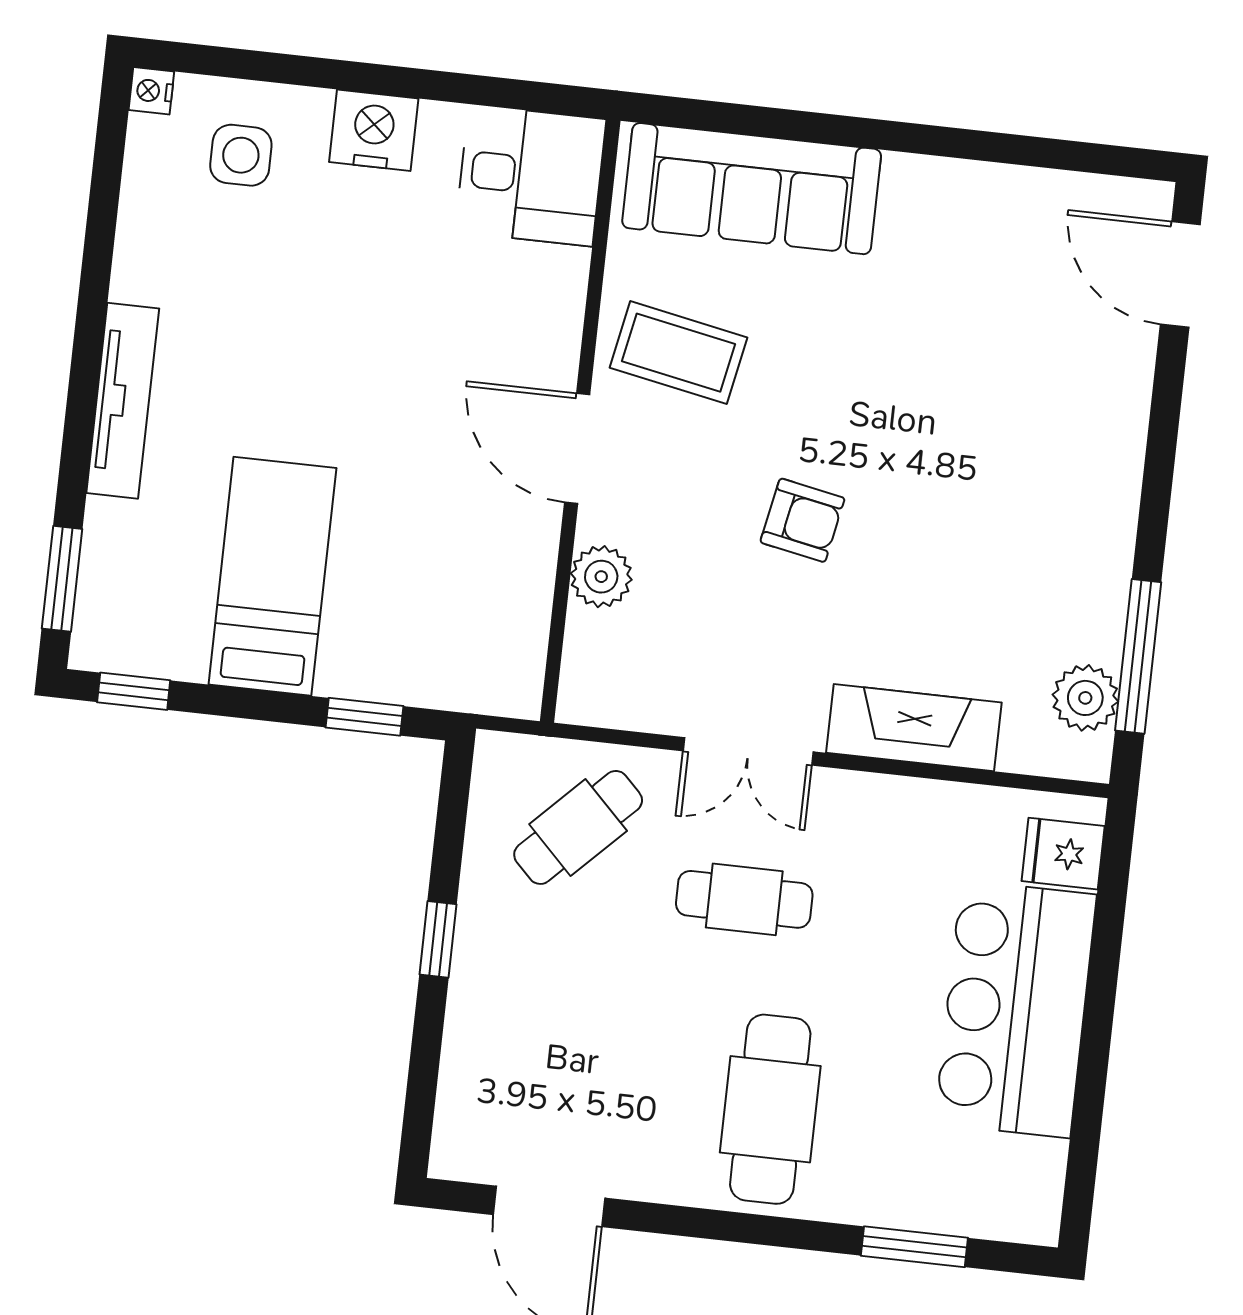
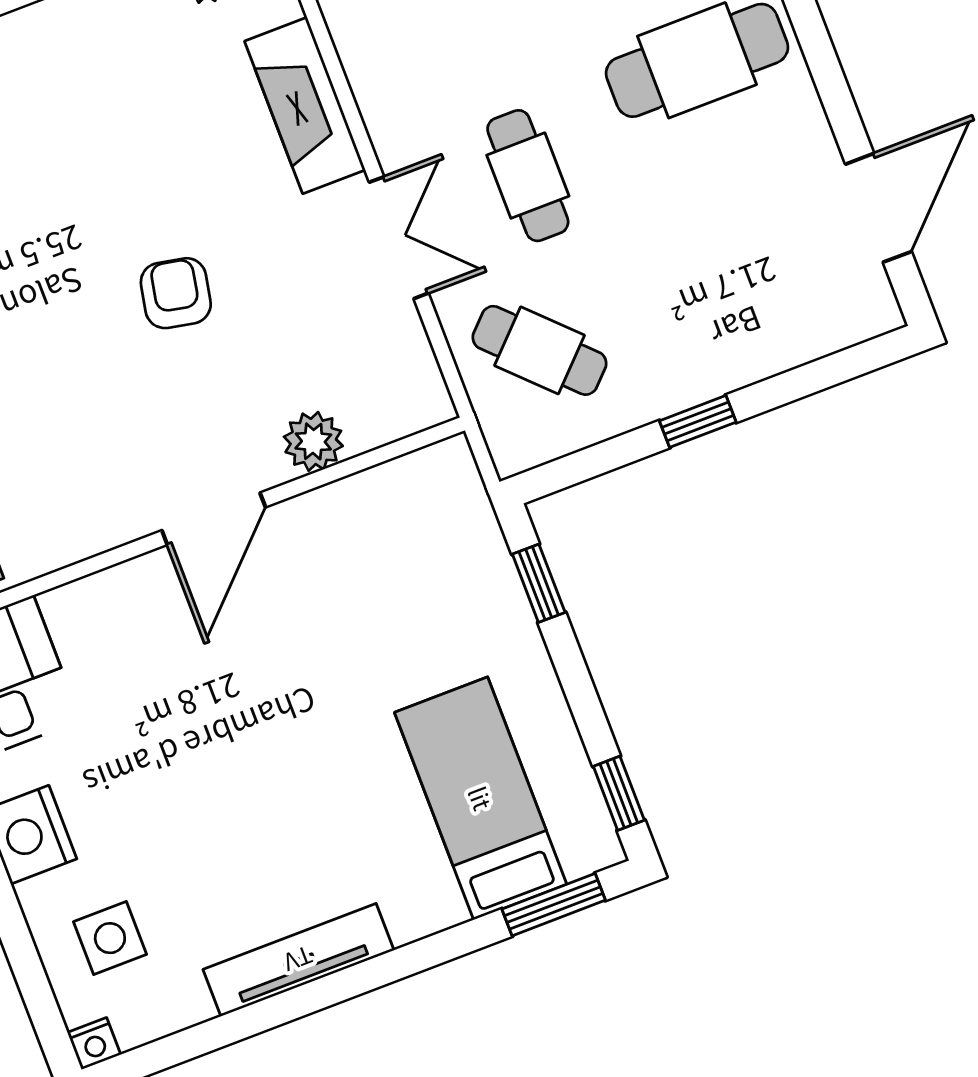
coffee table: (678, 353) -> (86, 474), removed
tv unit: (123, 401) -> (298, 960), moved
bed: (272, 576) -> (481, 798), moved, turned 90

